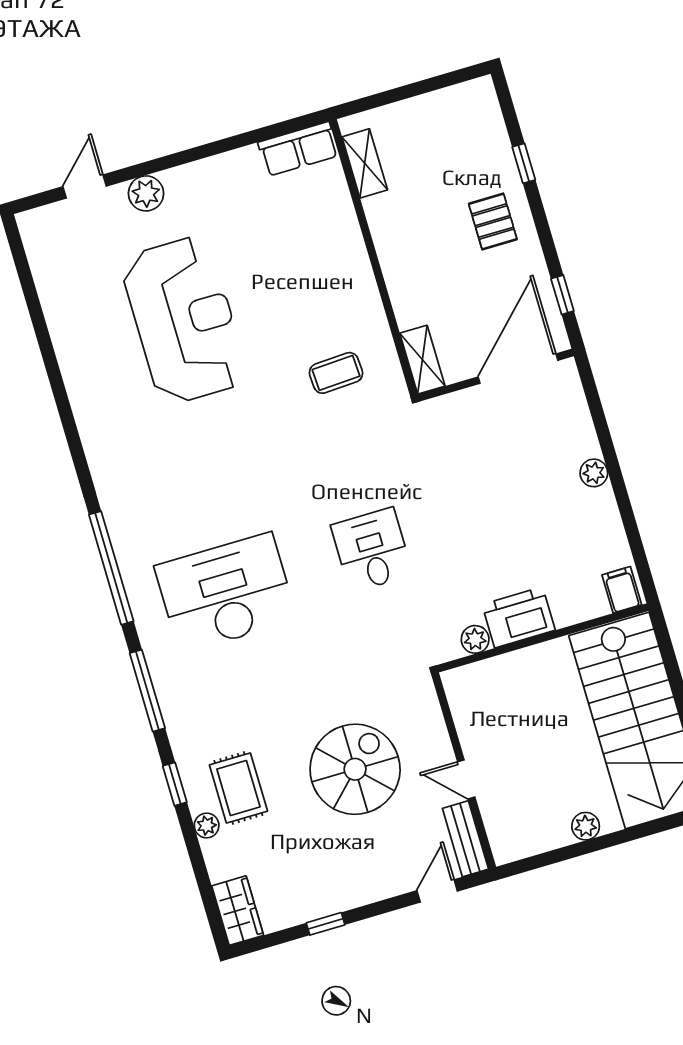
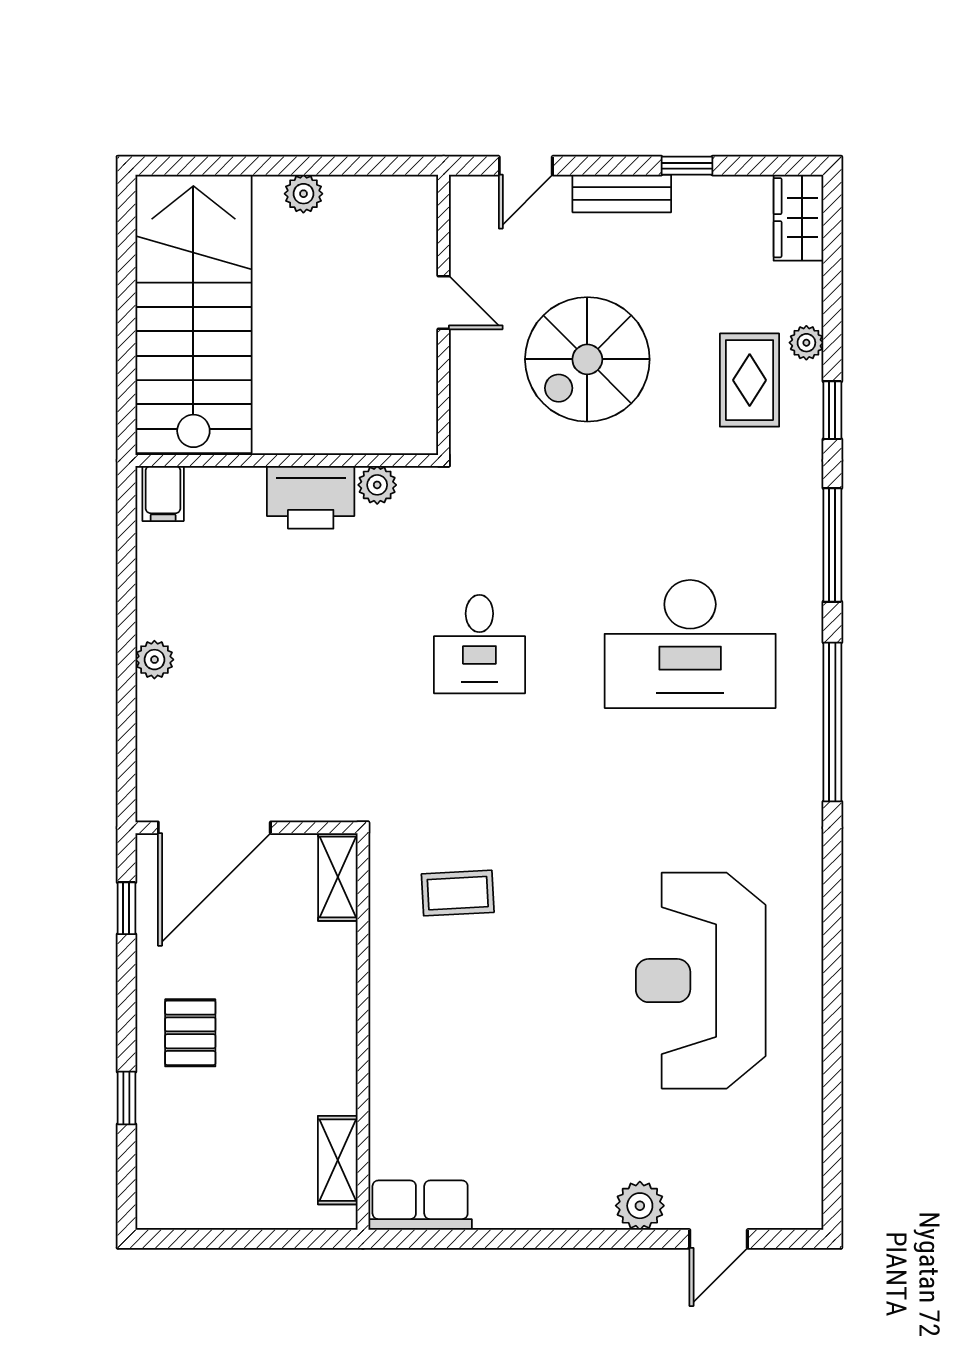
reception desk: (184, 320) -> (701, 981), moved
bench: (465, 839) -> (622, 193), moved, turned 90

